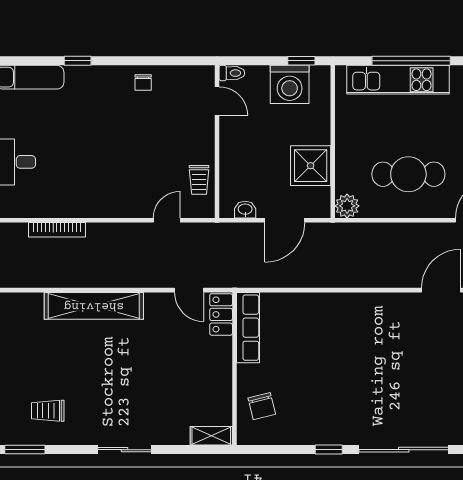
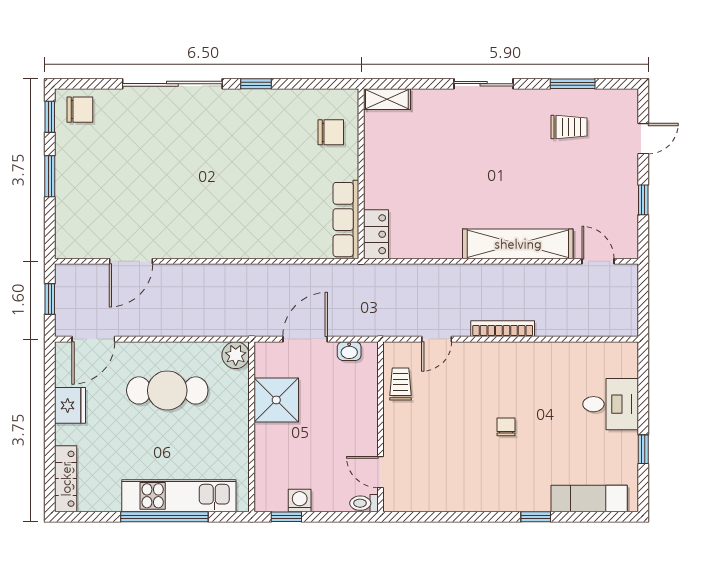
chair: (143, 82) -> (506, 427), moved
washing machine: (290, 84) -> (300, 501), width x0.53, depth x0.53
bookcase: (57, 230) -> (503, 329), moved
door: (189, 290) -> (598, 261), moved
chair: (262, 406) -> (331, 132), turned 104
window: (25, 450) -> (573, 84), moved

